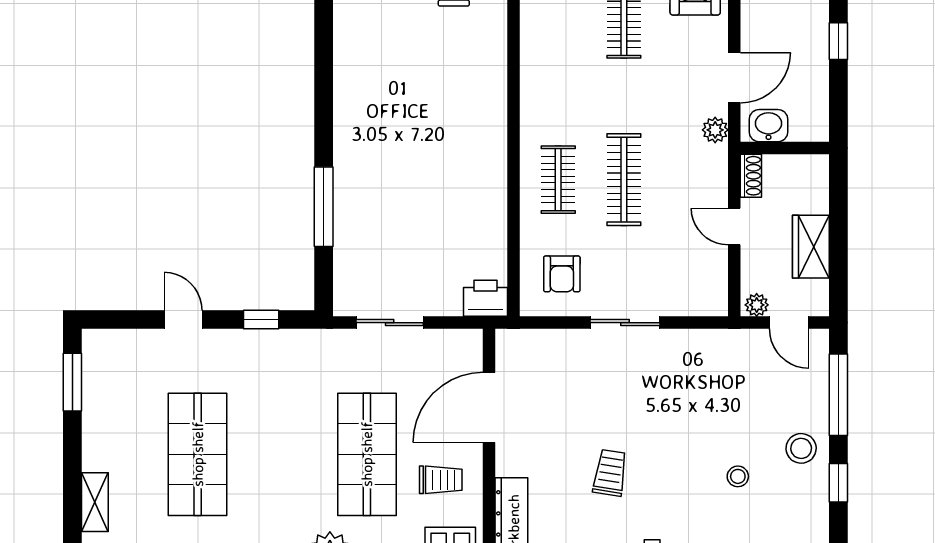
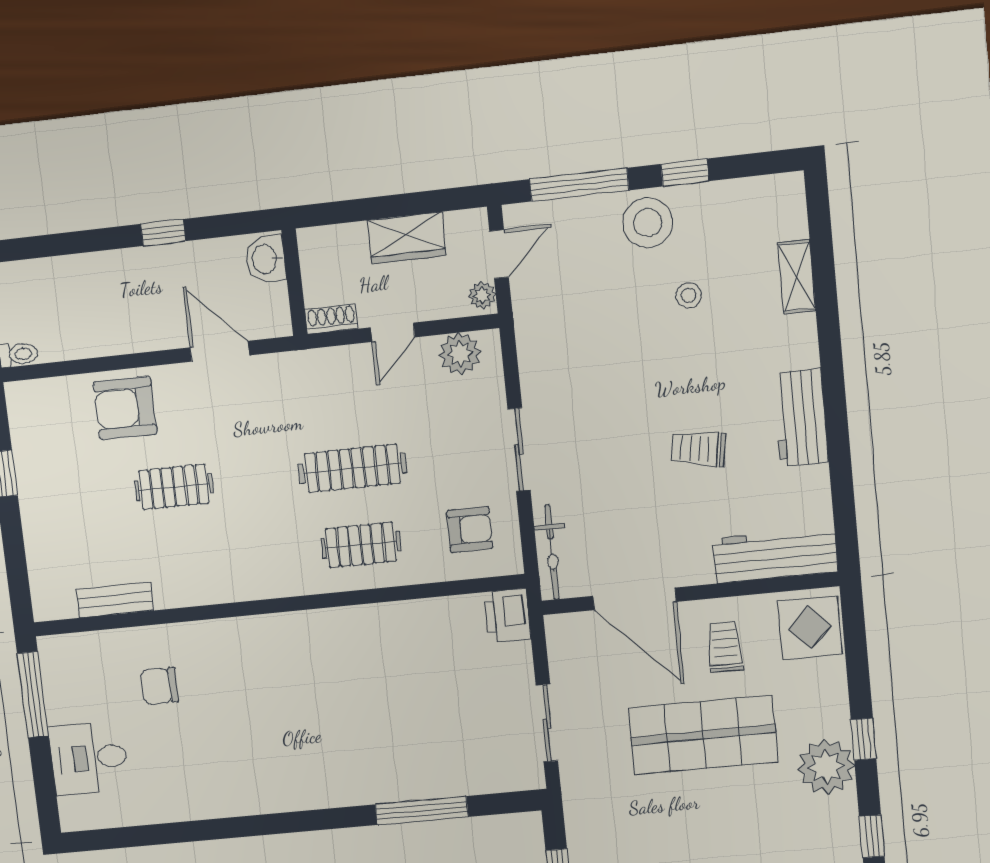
washbasin: (769, 126) -> (265, 259), moved
plant: (715, 130) -> (460, 354), moved, width x1.38, depth x1.38
bicycle: (536, 342) -> (552, 552), added
stool: (801, 448) -> (648, 223), width x1.38, depth x1.38

